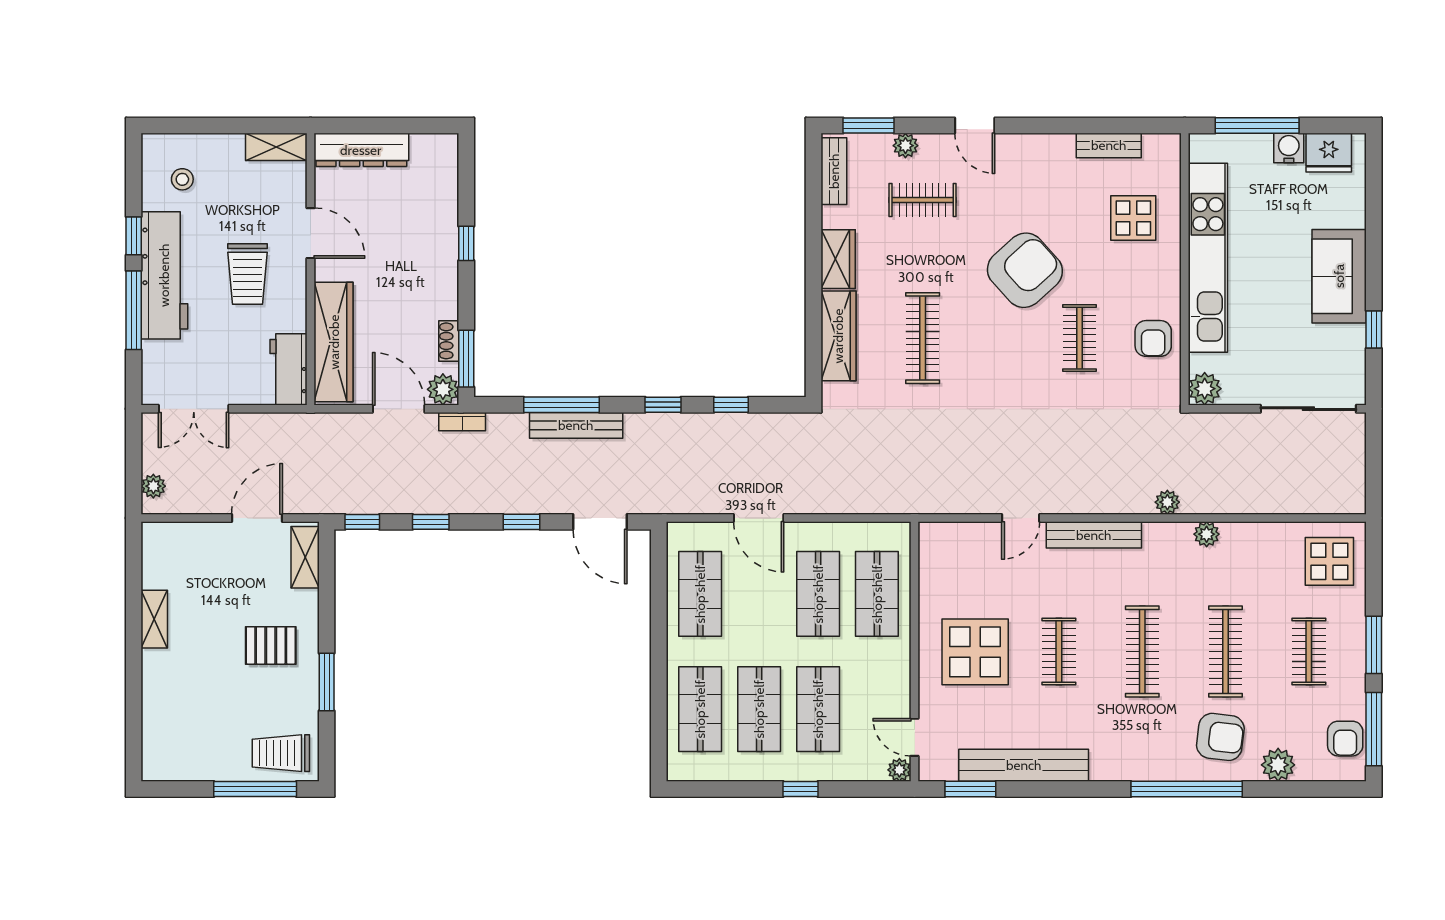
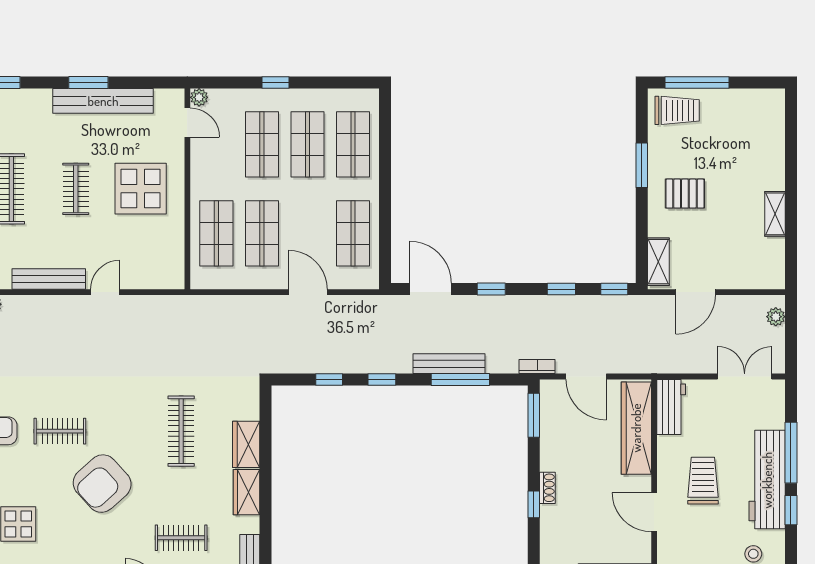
wardrobe: (838, 336) -> (246, 444), width x0.67
clothes rail: (1080, 338) -> (60, 431), turned 90
shoe rack: (449, 341) -> (547, 488), moved
plant: (443, 389) -> (552, 392), removed
window: (970, 789) -> (88, 83), moved

